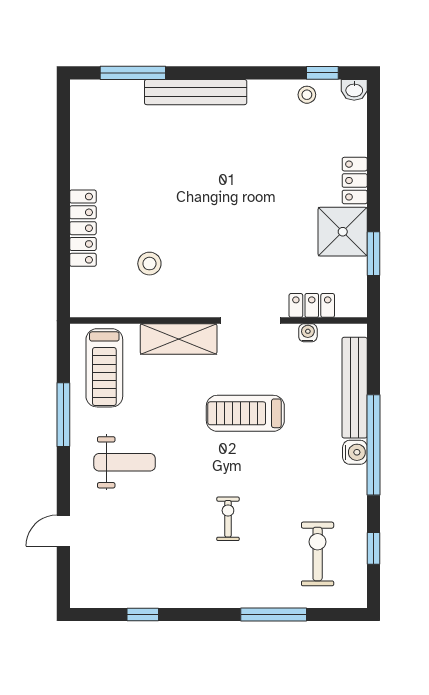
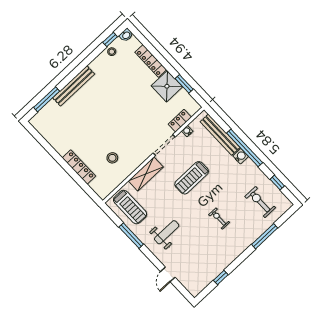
locker: (355, 181) -> (151, 61), width x1.53

